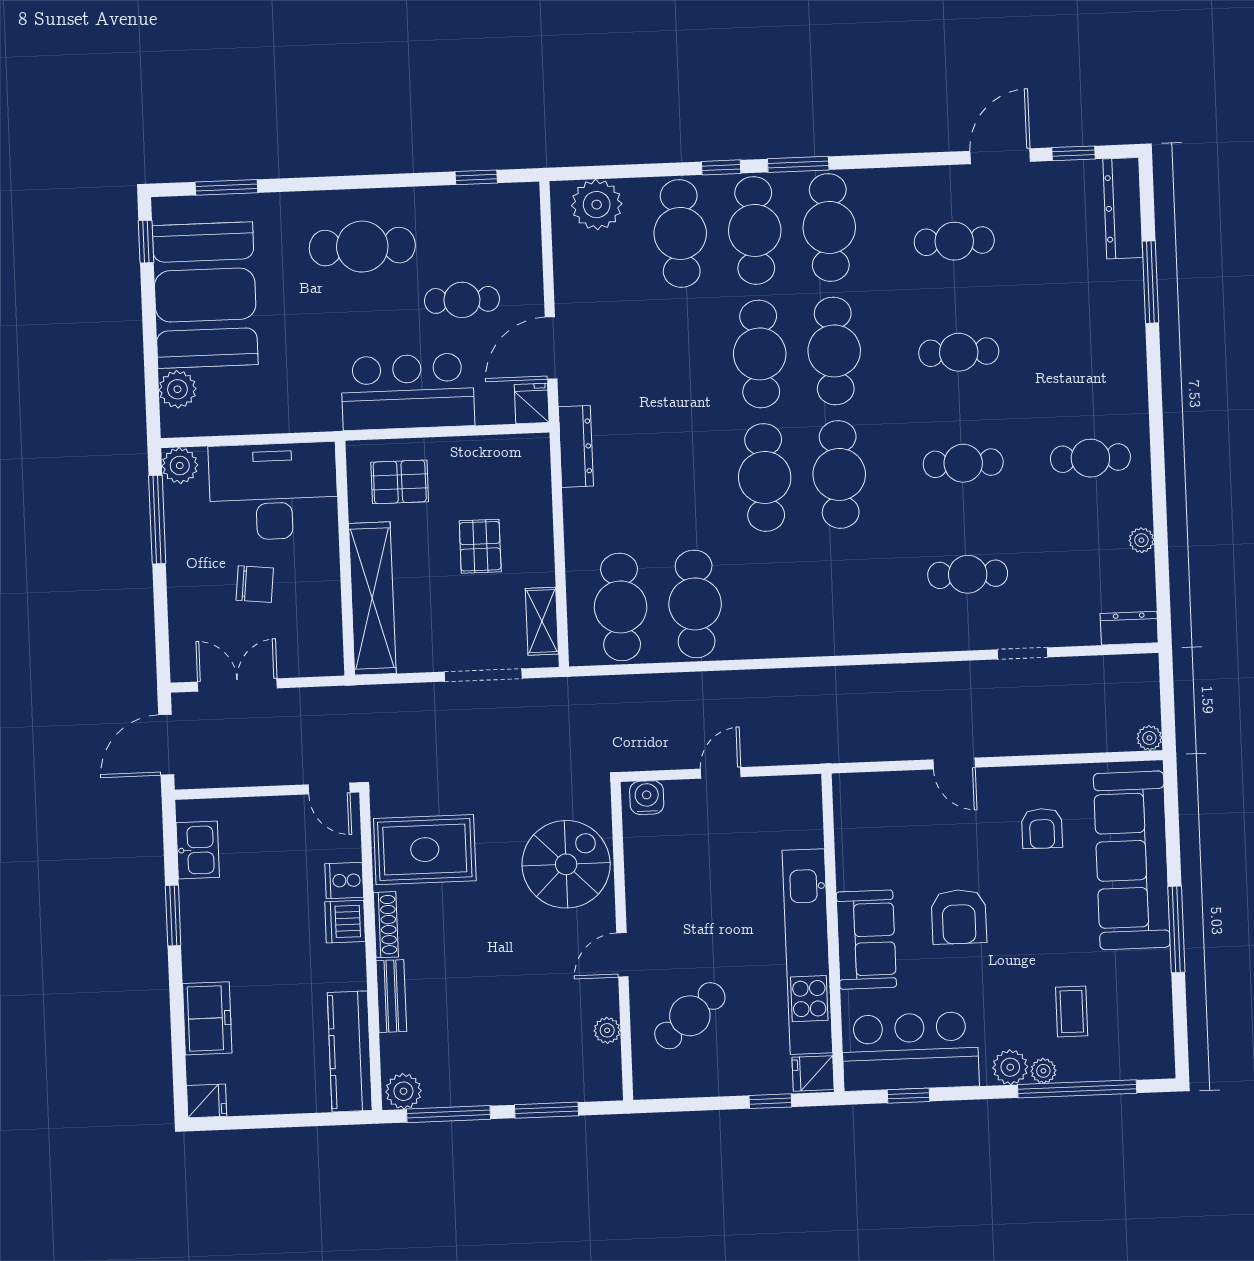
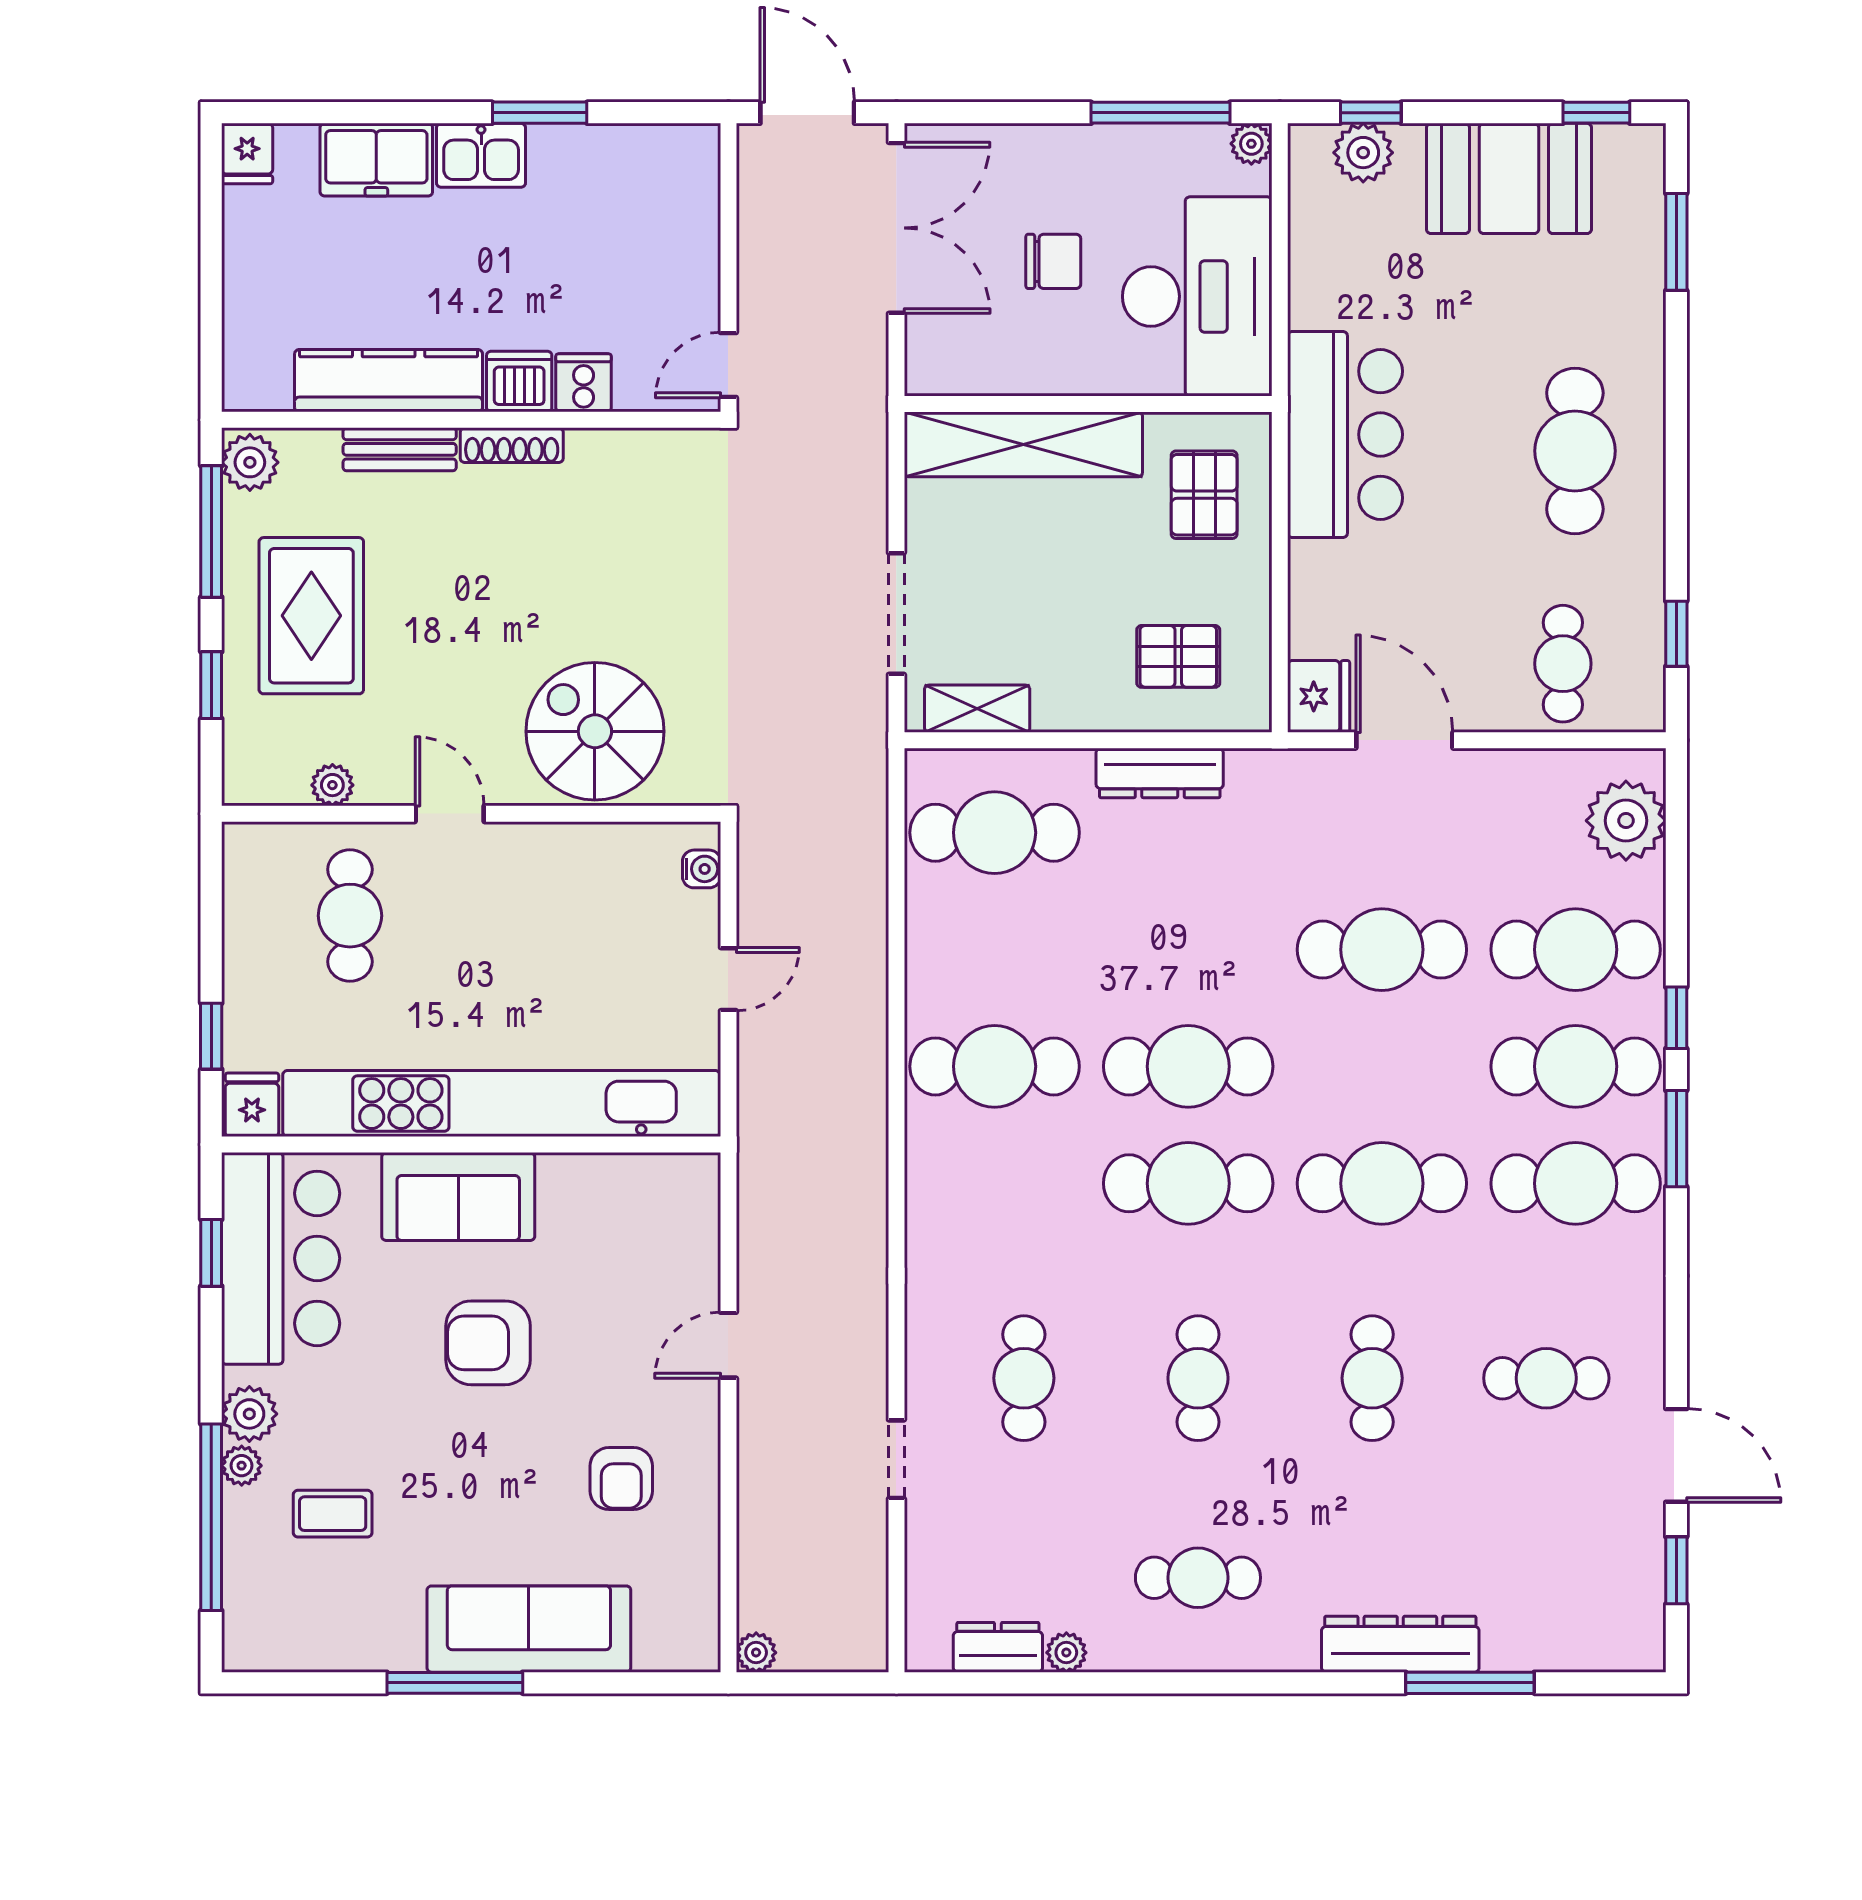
dresser: (1123, 208) -> (1400, 1644), moved
cafe table: (954, 241) -> (1546, 1378), turned 90
booth: (205, 295) -> (1509, 178), width x0.73, depth x0.70
cafe table: (462, 300) -> (1563, 664), moved
cafe table: (760, 354) -> (1382, 950), moved
window: (152, 385) -> (1371, 113), added
bar counter: (408, 392) -> (1345, 434), moved
fridge: (532, 403) -> (1319, 696), width x1.38
dresser: (576, 446) -> (1160, 773), moved
cafe table: (1090, 458) -> (1198, 1578), turned 90
plant: (180, 466) -> (1251, 144), width x0.73, depth x0.73
pallet: (480, 546) -> (1178, 656), moved
chair: (255, 584) -> (1053, 261), turned -96
cafe table: (695, 604) -> (995, 1066), moved
dresser: (1129, 628) -> (998, 1647), moved, turned -90
double door: (237, 685) -> (896, 228), width x1.37
door: (721, 773) -> (728, 979), hinge flipped
water cooler: (647, 798) -> (702, 869), width x0.72, depth x0.72
armchair: (1042, 828) -> (621, 1479), turned -90
kitchen sink: (198, 850) -> (481, 155), moved
rug: (425, 850) -> (311, 616), moved
sofa: (1132, 860) -> (529, 1629), width x0.74, depth x0.79
spiral stairs: (566, 864) -> (595, 731), turned 180
kitchen unit: (807, 952) -> (501, 1104), width x1.36
cafe table: (690, 1016) -> (350, 916), turned 40
kitchen counter: (350, 1051) -> (389, 381), moved
window: (547, 1110) -> (211, 685), width x0.67

